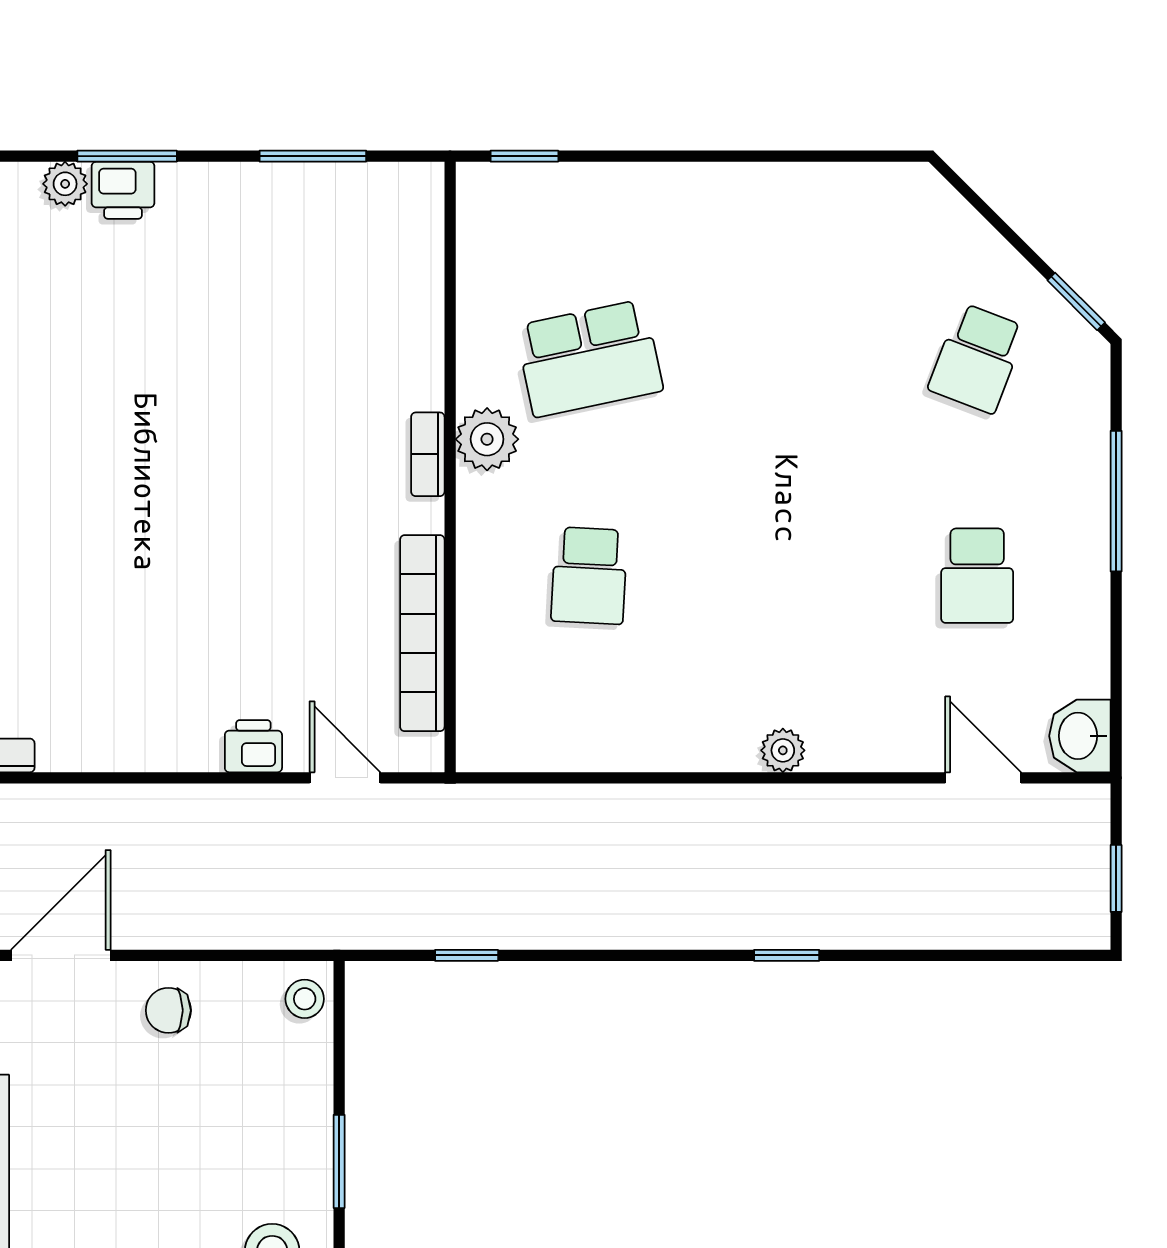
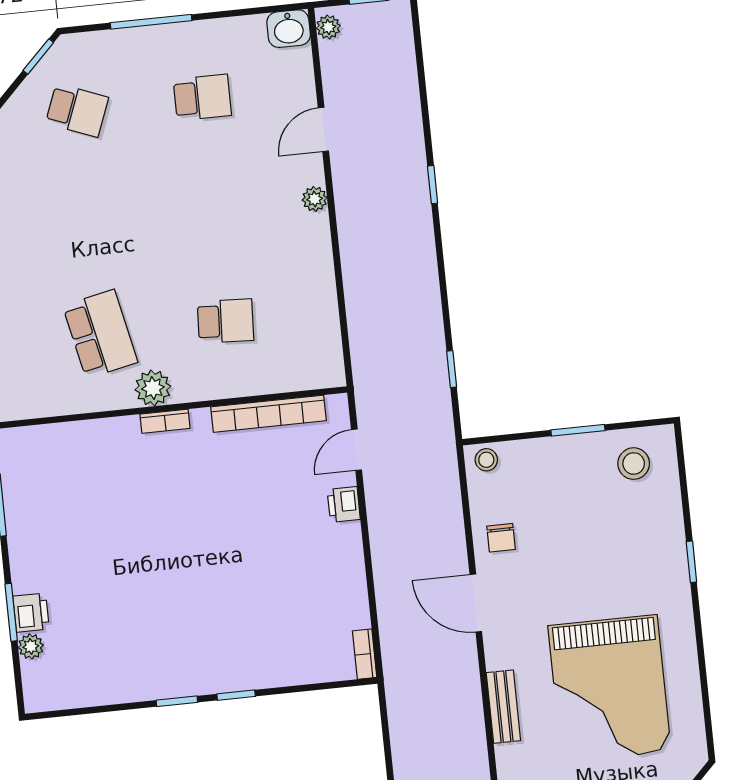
door: (983, 778) -> (323, 129), moved
plant: (1076, 804) -> (328, 27), added

